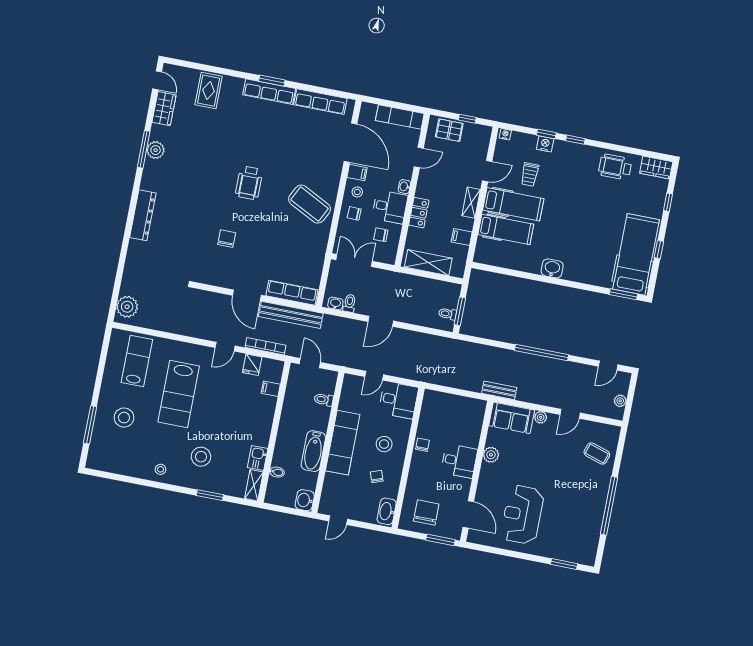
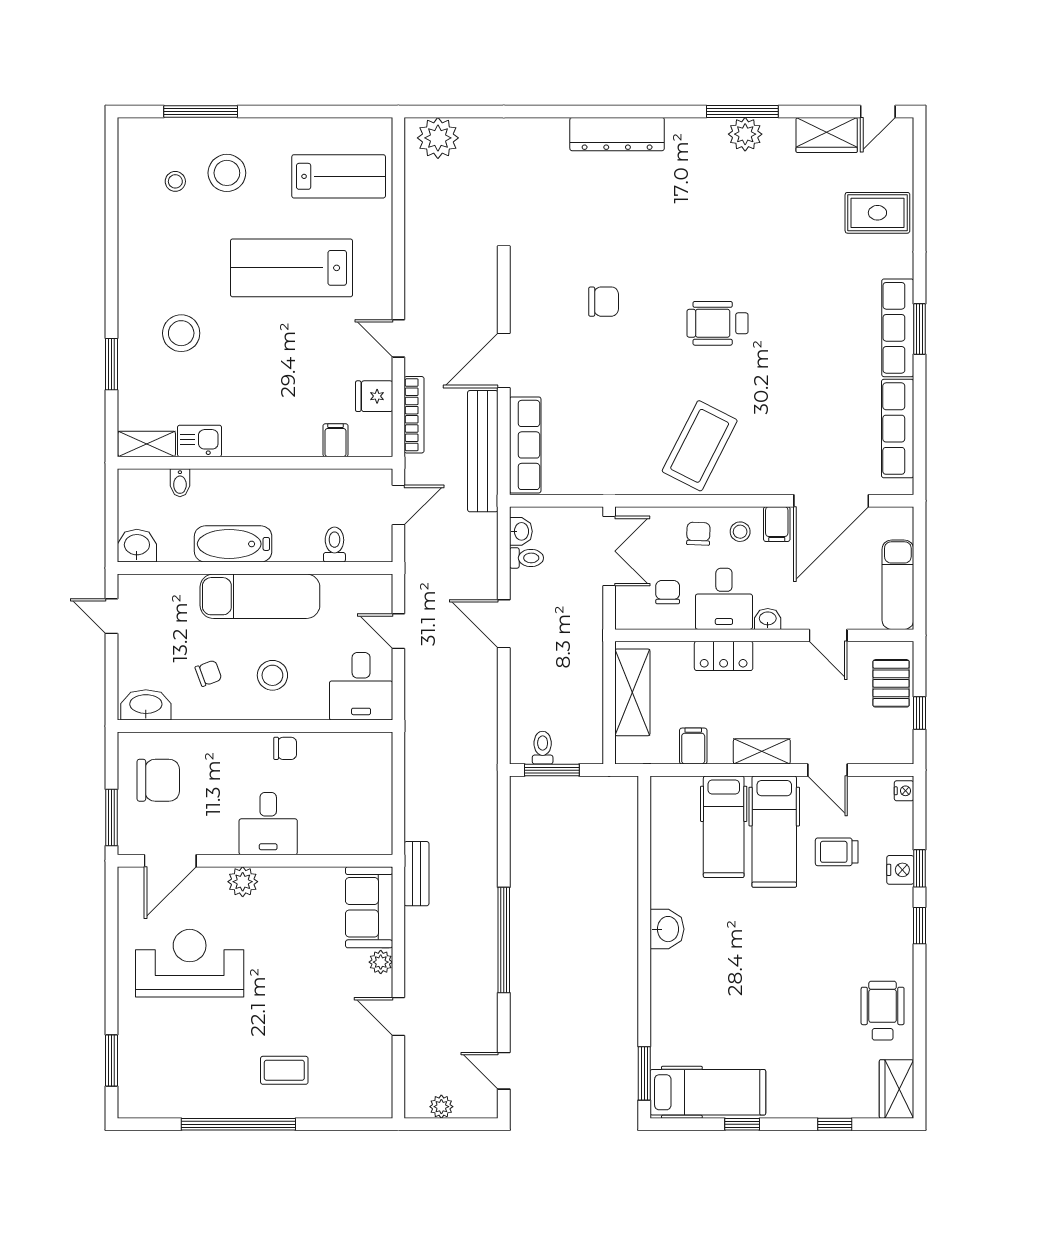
hospital bed: (636, 254) -> (708, 1092), width x0.73, depth x0.78
coffee table: (597, 453) -> (284, 1070), moved, turned 72
plant: (491, 455) -> (243, 882), moved
stool: (160, 469) -> (175, 181), moved

